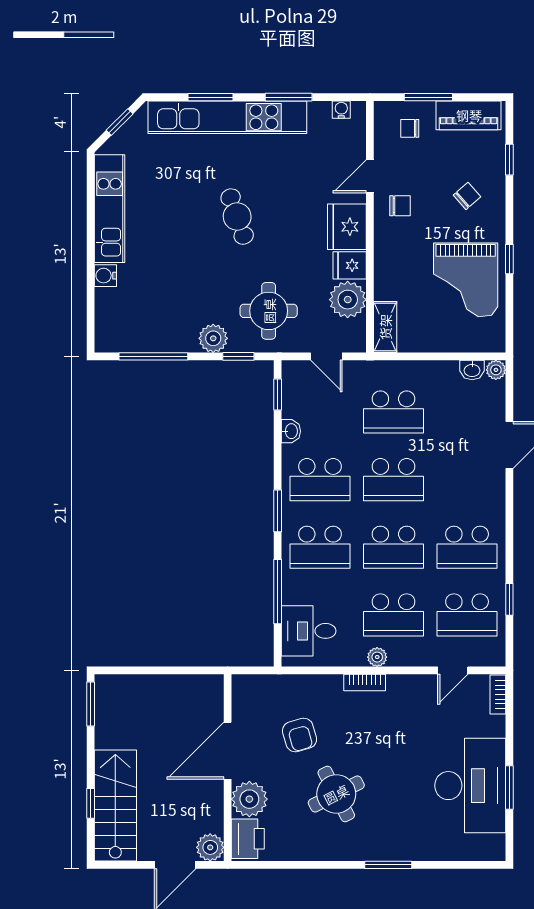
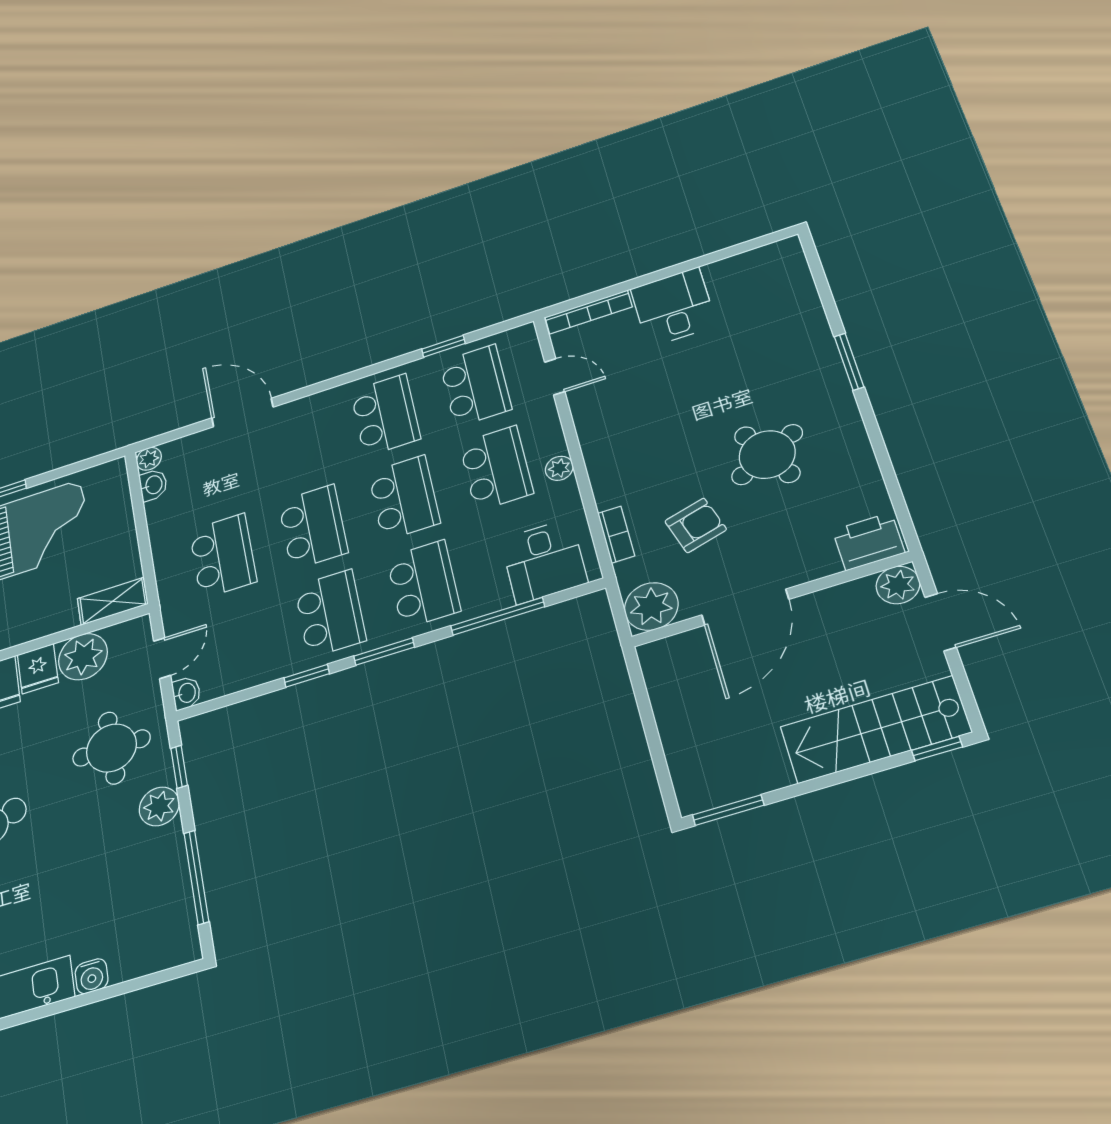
window: (278, 394) -> (307, 676), moved
washbasin: (291, 431) -> (186, 693), moved, turned 90
bookcase: (365, 682) -> (616, 535), moved
bookcase: (498, 695) -> (588, 312), width x1.56
door: (228, 751) -> (745, 607), hinge flipped
desk: (470, 786) -> (673, 307), width x0.53, depth x0.77
window: (509, 787) -> (696, 263), removed
plant: (249, 799) -> (651, 606), moved
window: (91, 803) -> (937, 749), moved

